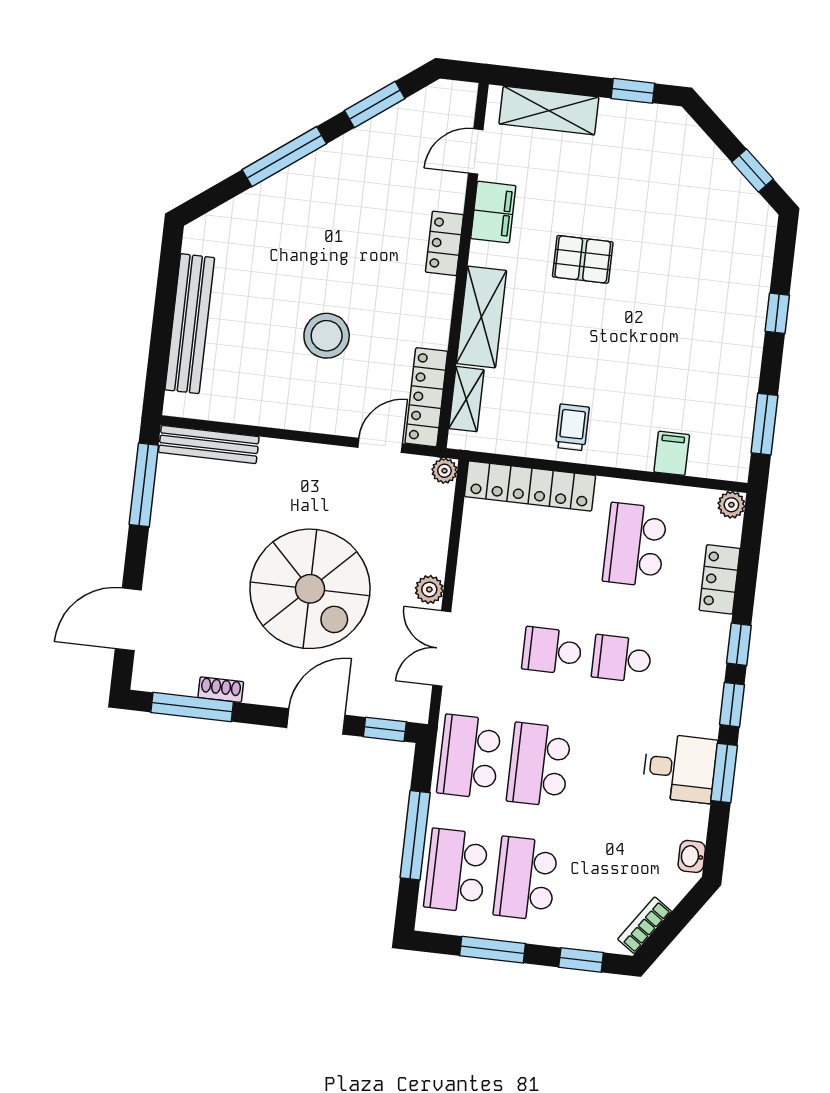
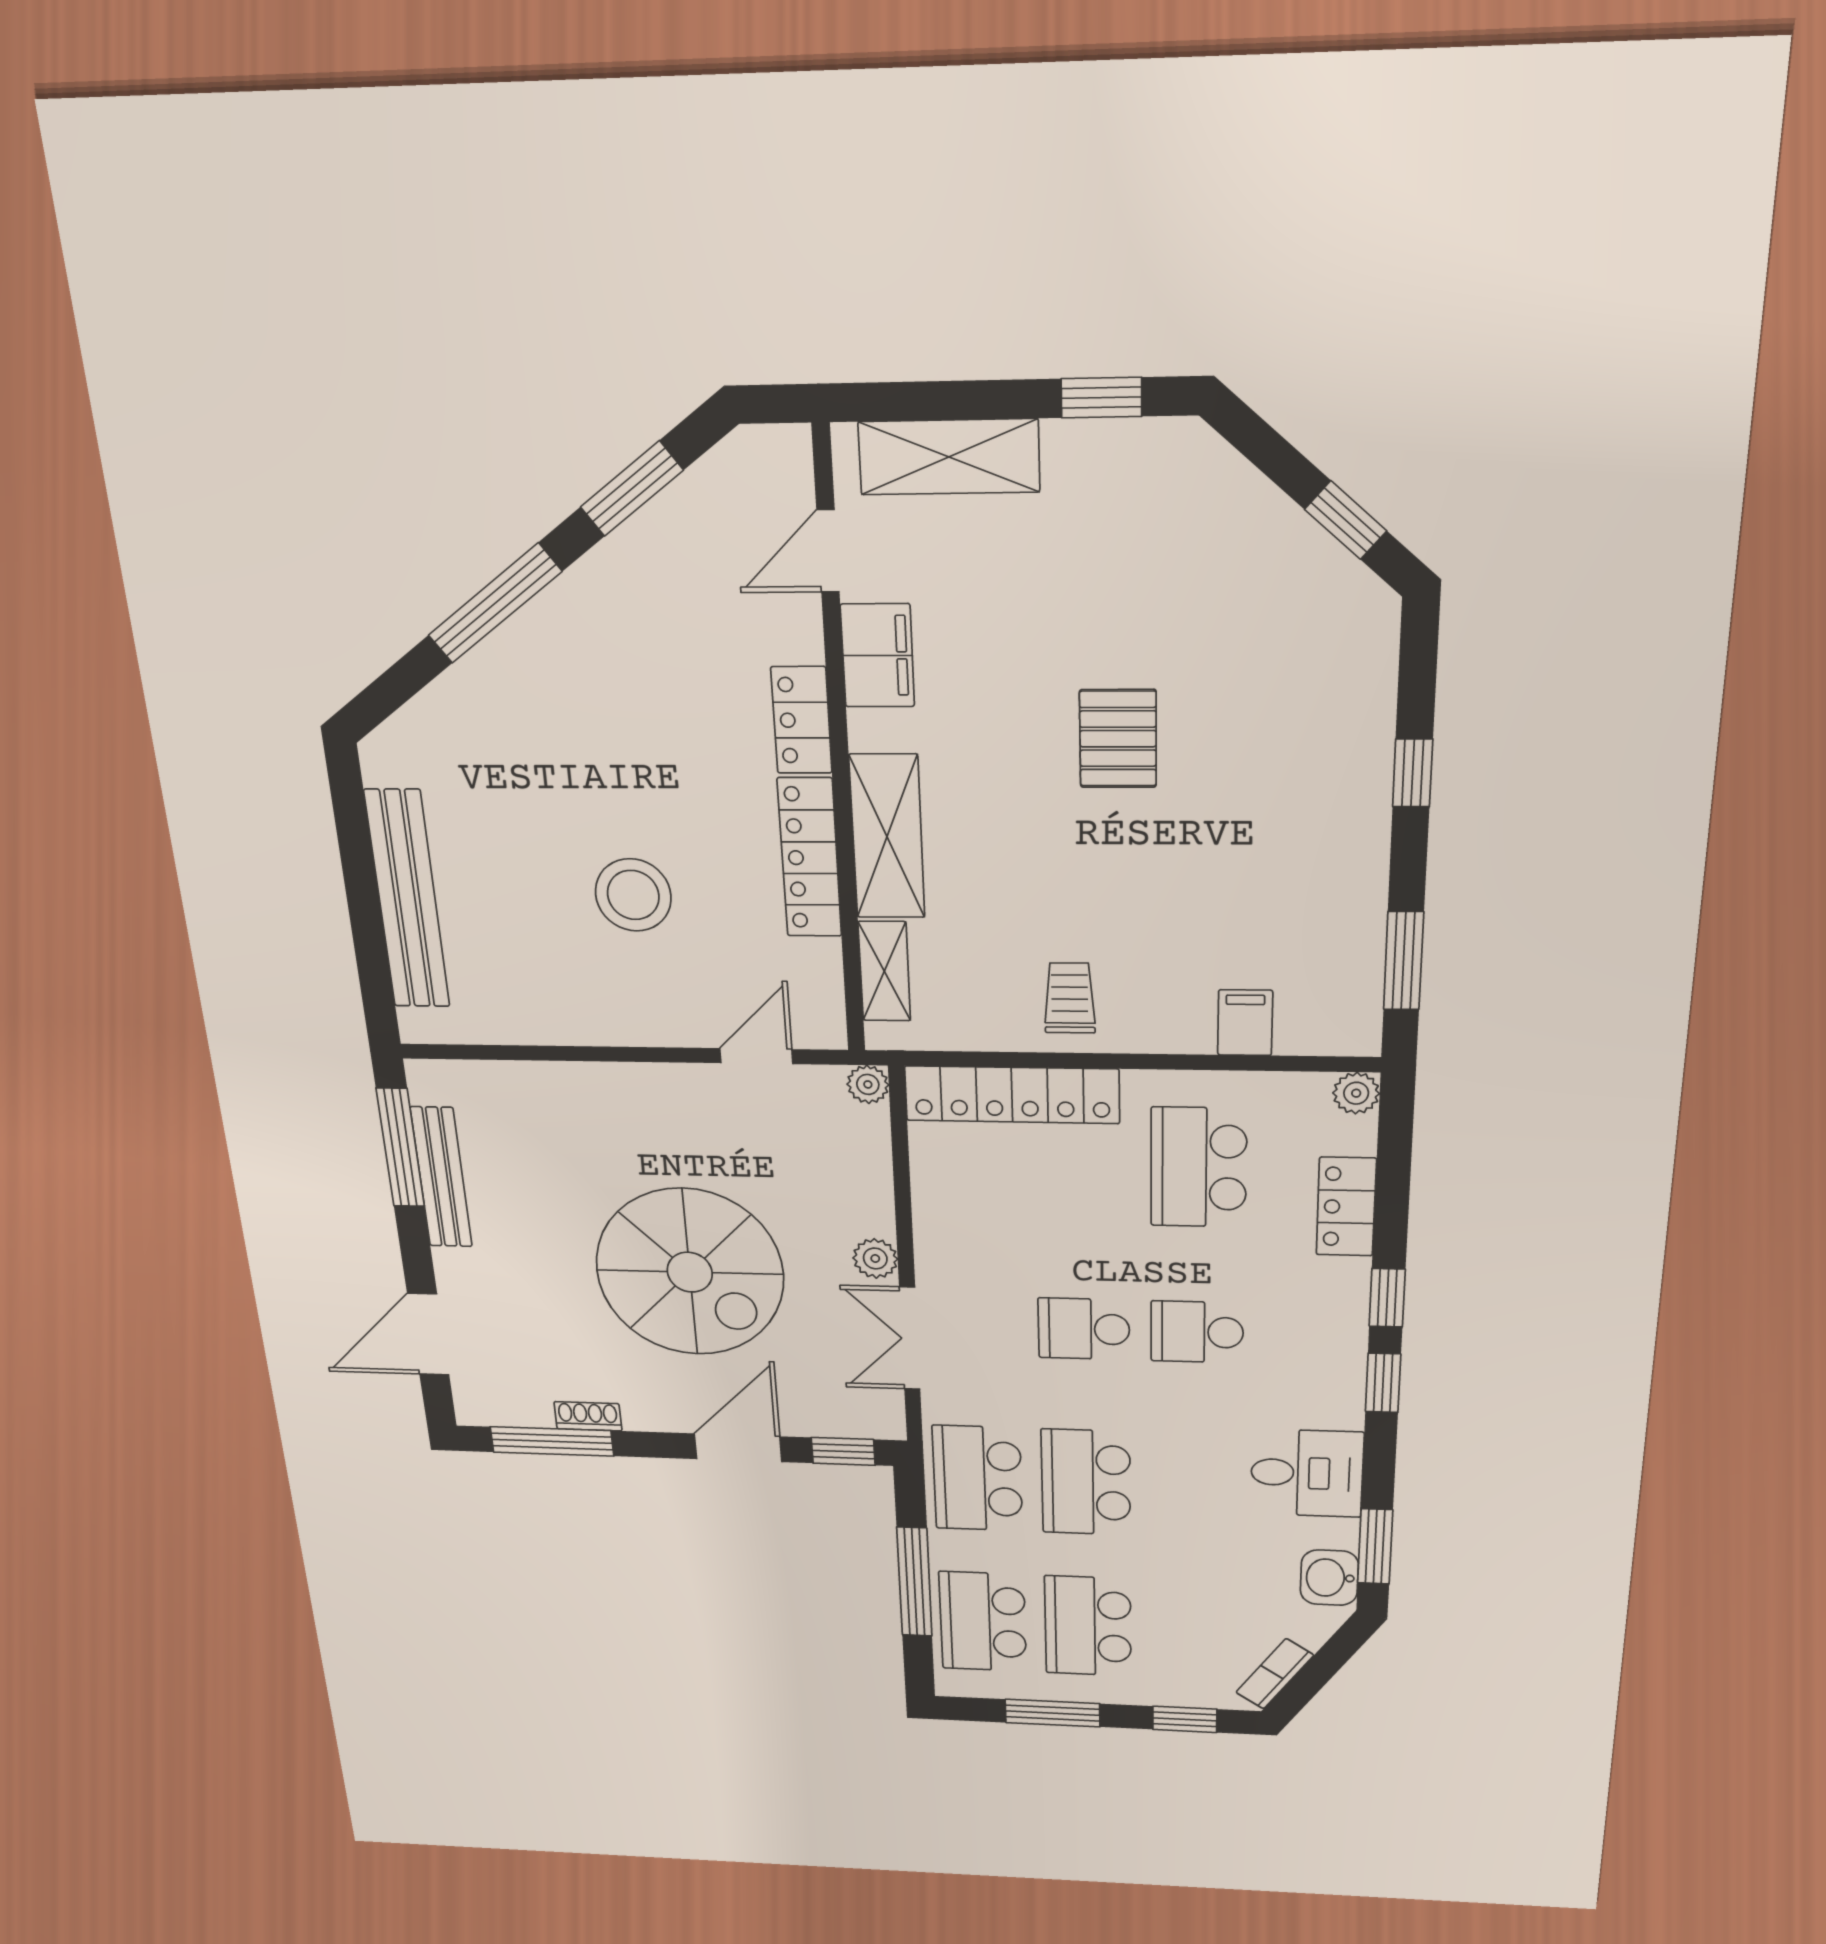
pallet: (583, 259) -> (1118, 739), moved, turned 90
locker: (426, 397) -> (810, 858), moved
bench: (209, 444) -> (441, 1177), moved, turned 90
window: (724, 773) -> (1375, 1547), moved
washbasin: (692, 856) -> (1329, 1578), width x1.38, depth x1.45

